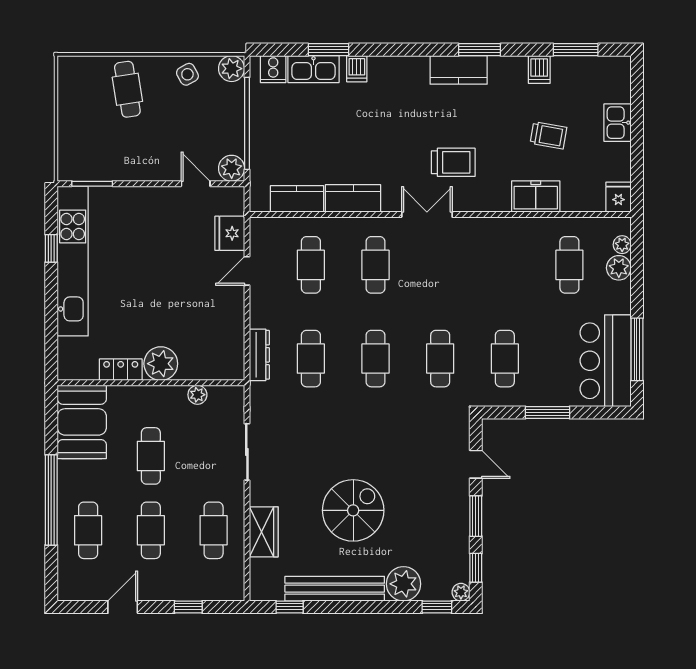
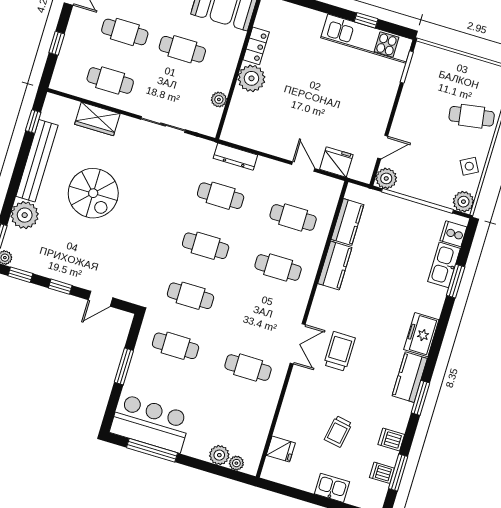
dishwasher: (357, 69) -> (382, 473), moved
trolley: (453, 162) -> (339, 351), turned 180
freezer: (536, 196) -> (421, 335), moved, turned 180
fridge: (618, 197) -> (281, 449), moved
double door: (427, 214) -> (298, 344), moved
kitchen unit: (73, 261) -> (367, 39), width x0.73
cafe table: (569, 265) -> (248, 368), moved
window: (476, 516) -> (60, 287), width x0.67

